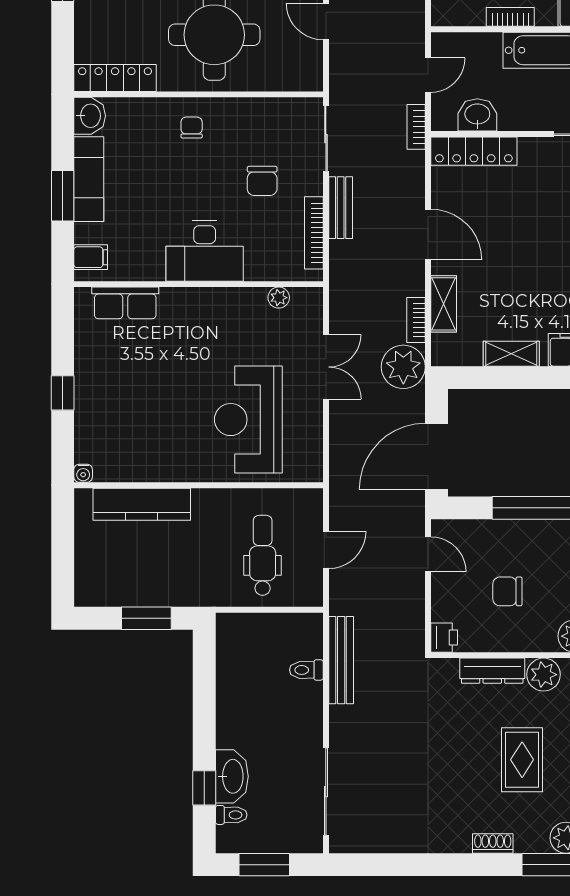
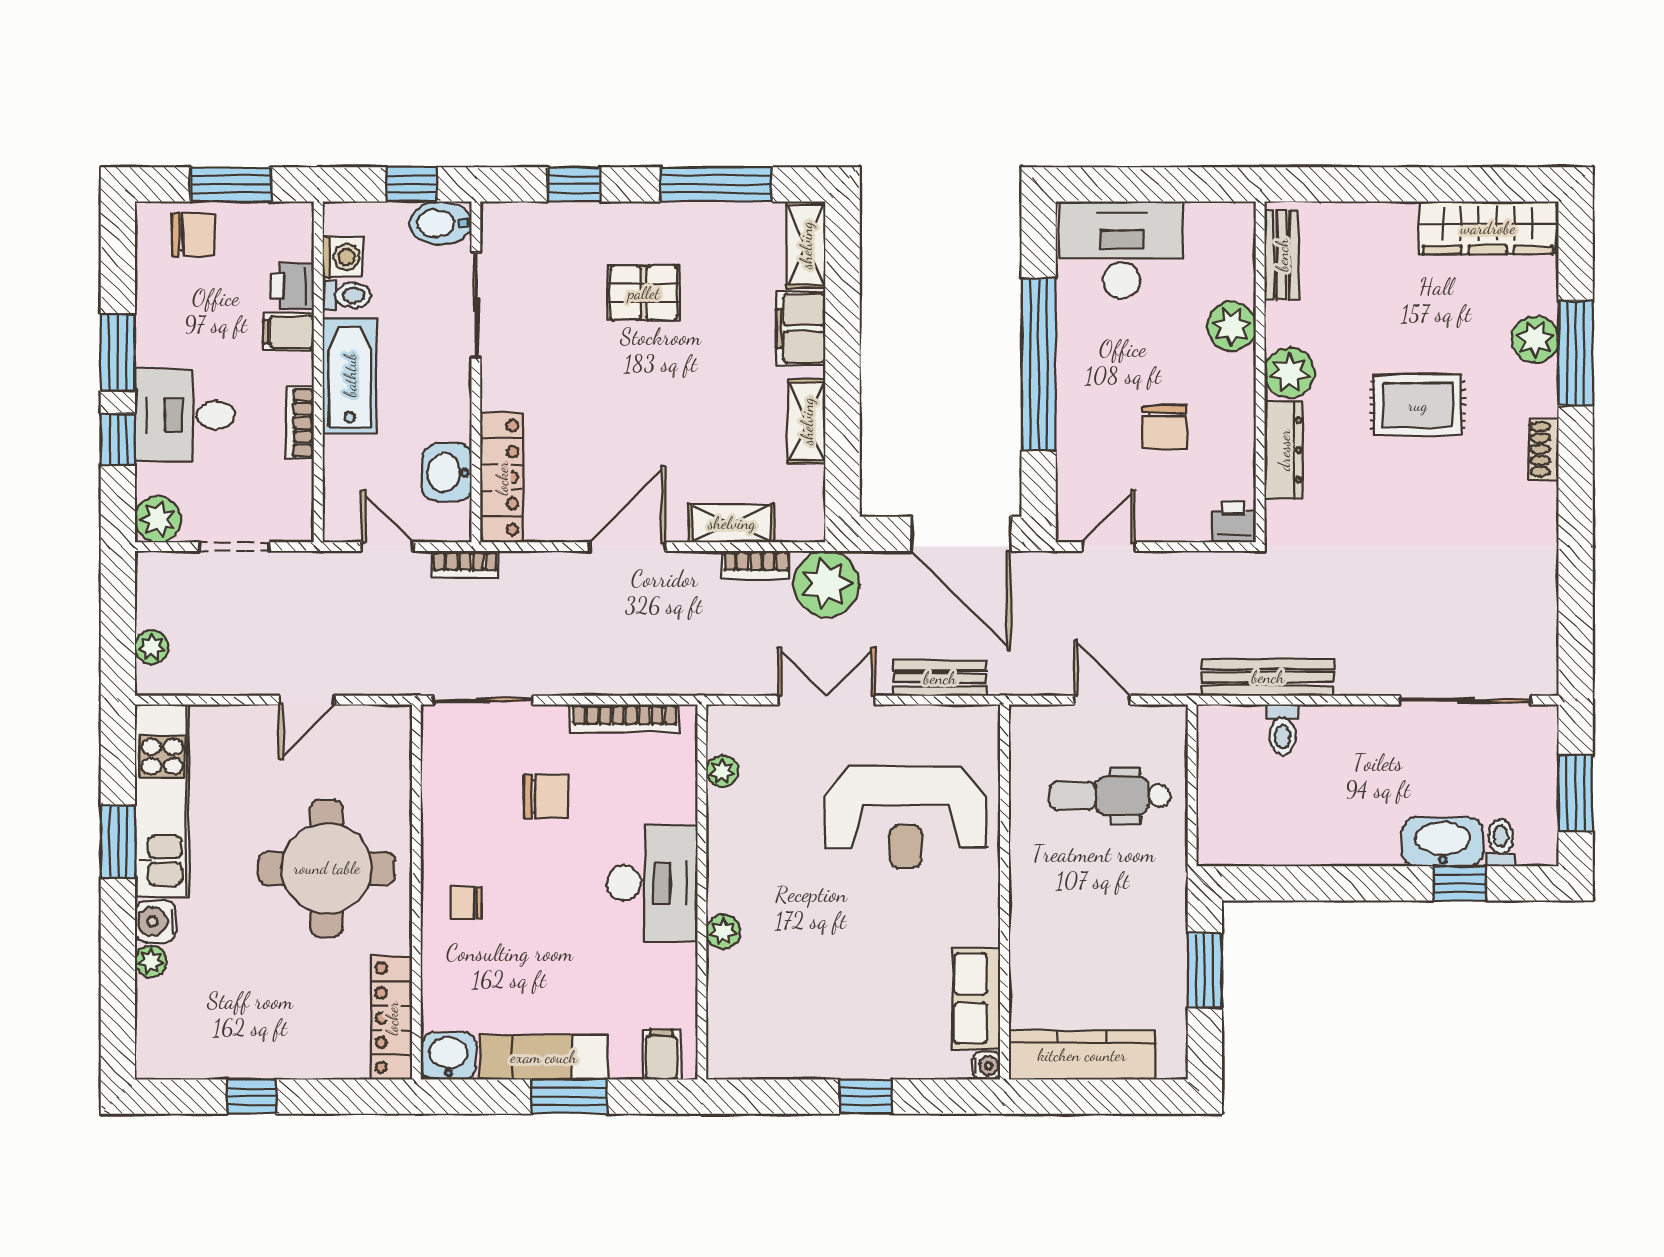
bench: (341, 208) -> (940, 678), moved
plant: (172, 298) -> (723, 932), added
row of seats: (125, 303) -> (976, 998), moved, turned 180
kitchen counter: (142, 504) -> (1082, 1055), moved, turned -90

